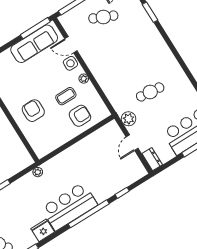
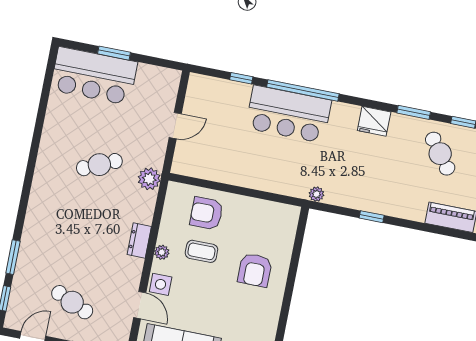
cafe table: (150, 92) -> (99, 165), turned -30
plant: (129, 119) -> (149, 179), moved
dresser: (152, 159) -> (139, 241), moved
bar counter: (69, 207) -> (288, 114), moved

